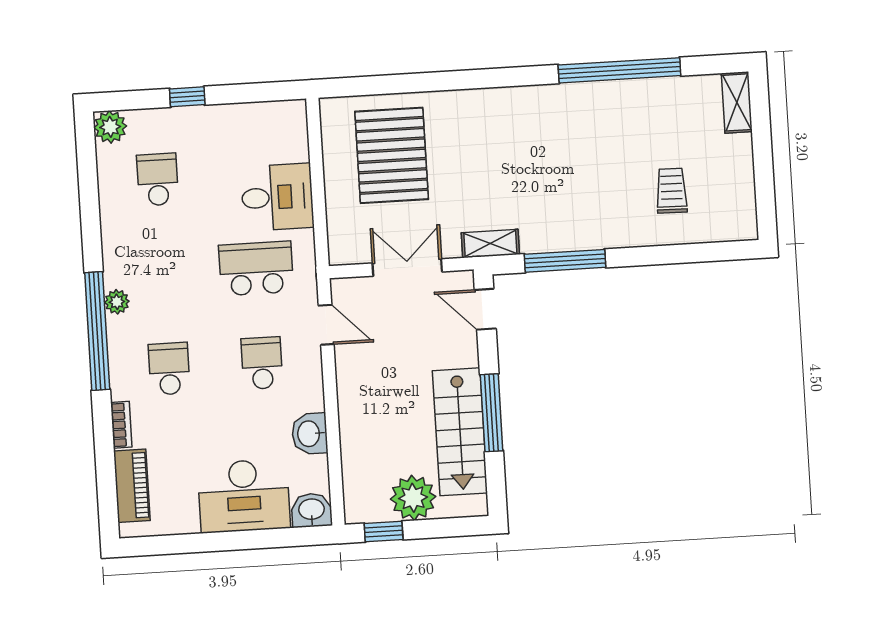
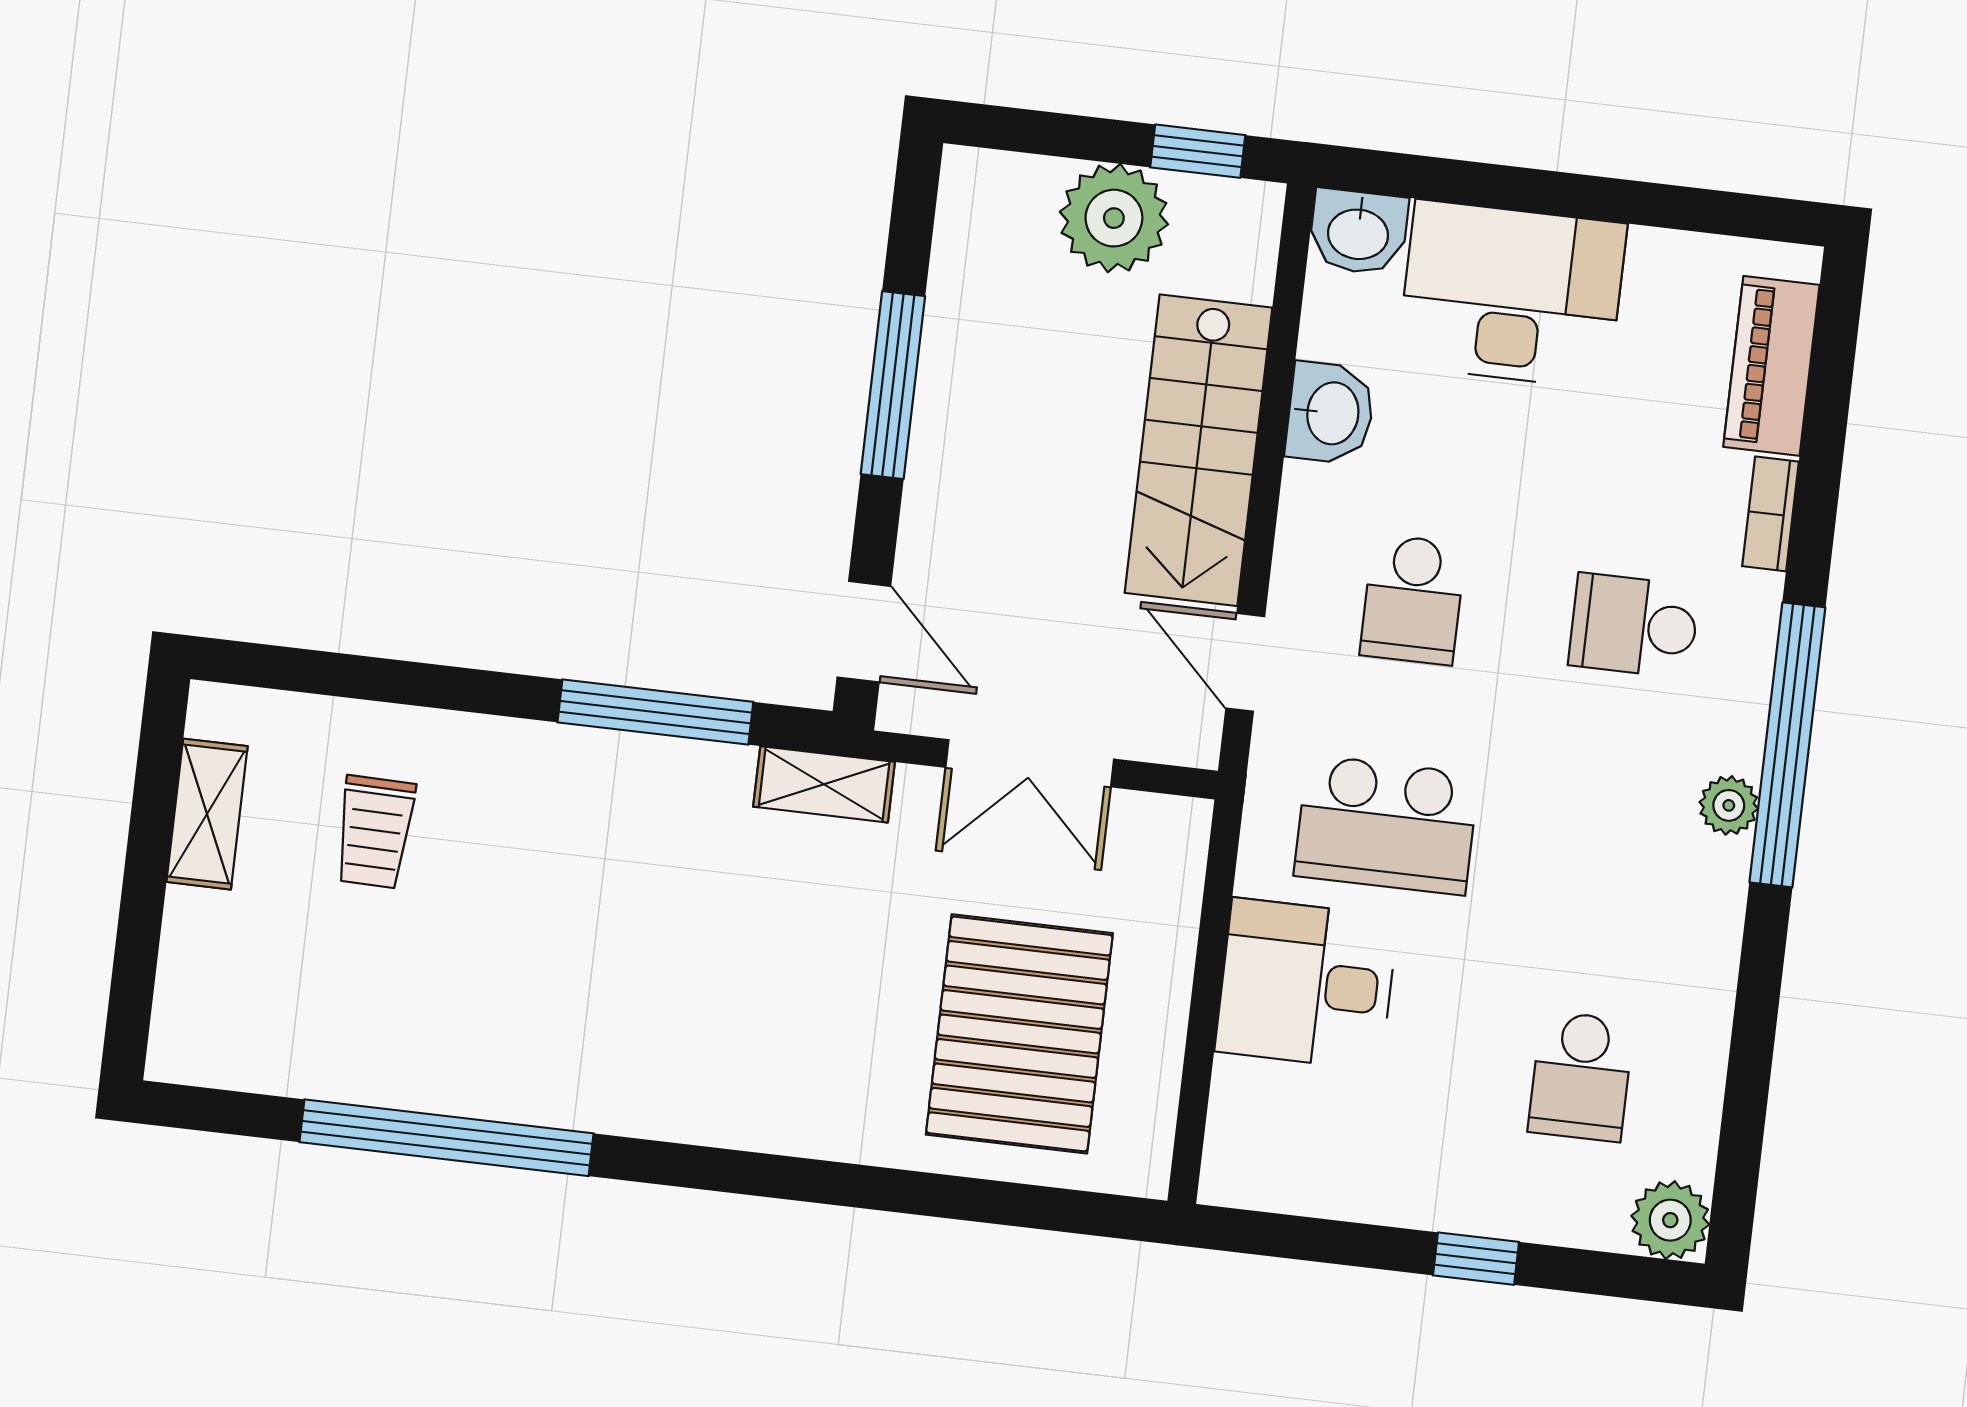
shelving: (737, 102) -> (207, 814), moved
school desk: (169, 369) -> (1634, 626), turned 90
stairs: (460, 432) -> (1198, 450), moved, turned 180

